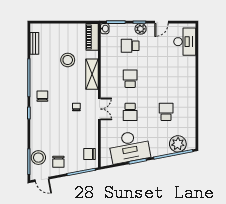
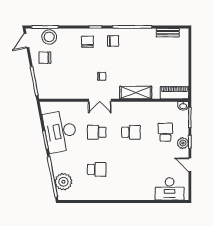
stool: (68, 60) -> (151, 67), removed
chair: (90, 154) -> (88, 42), moved

